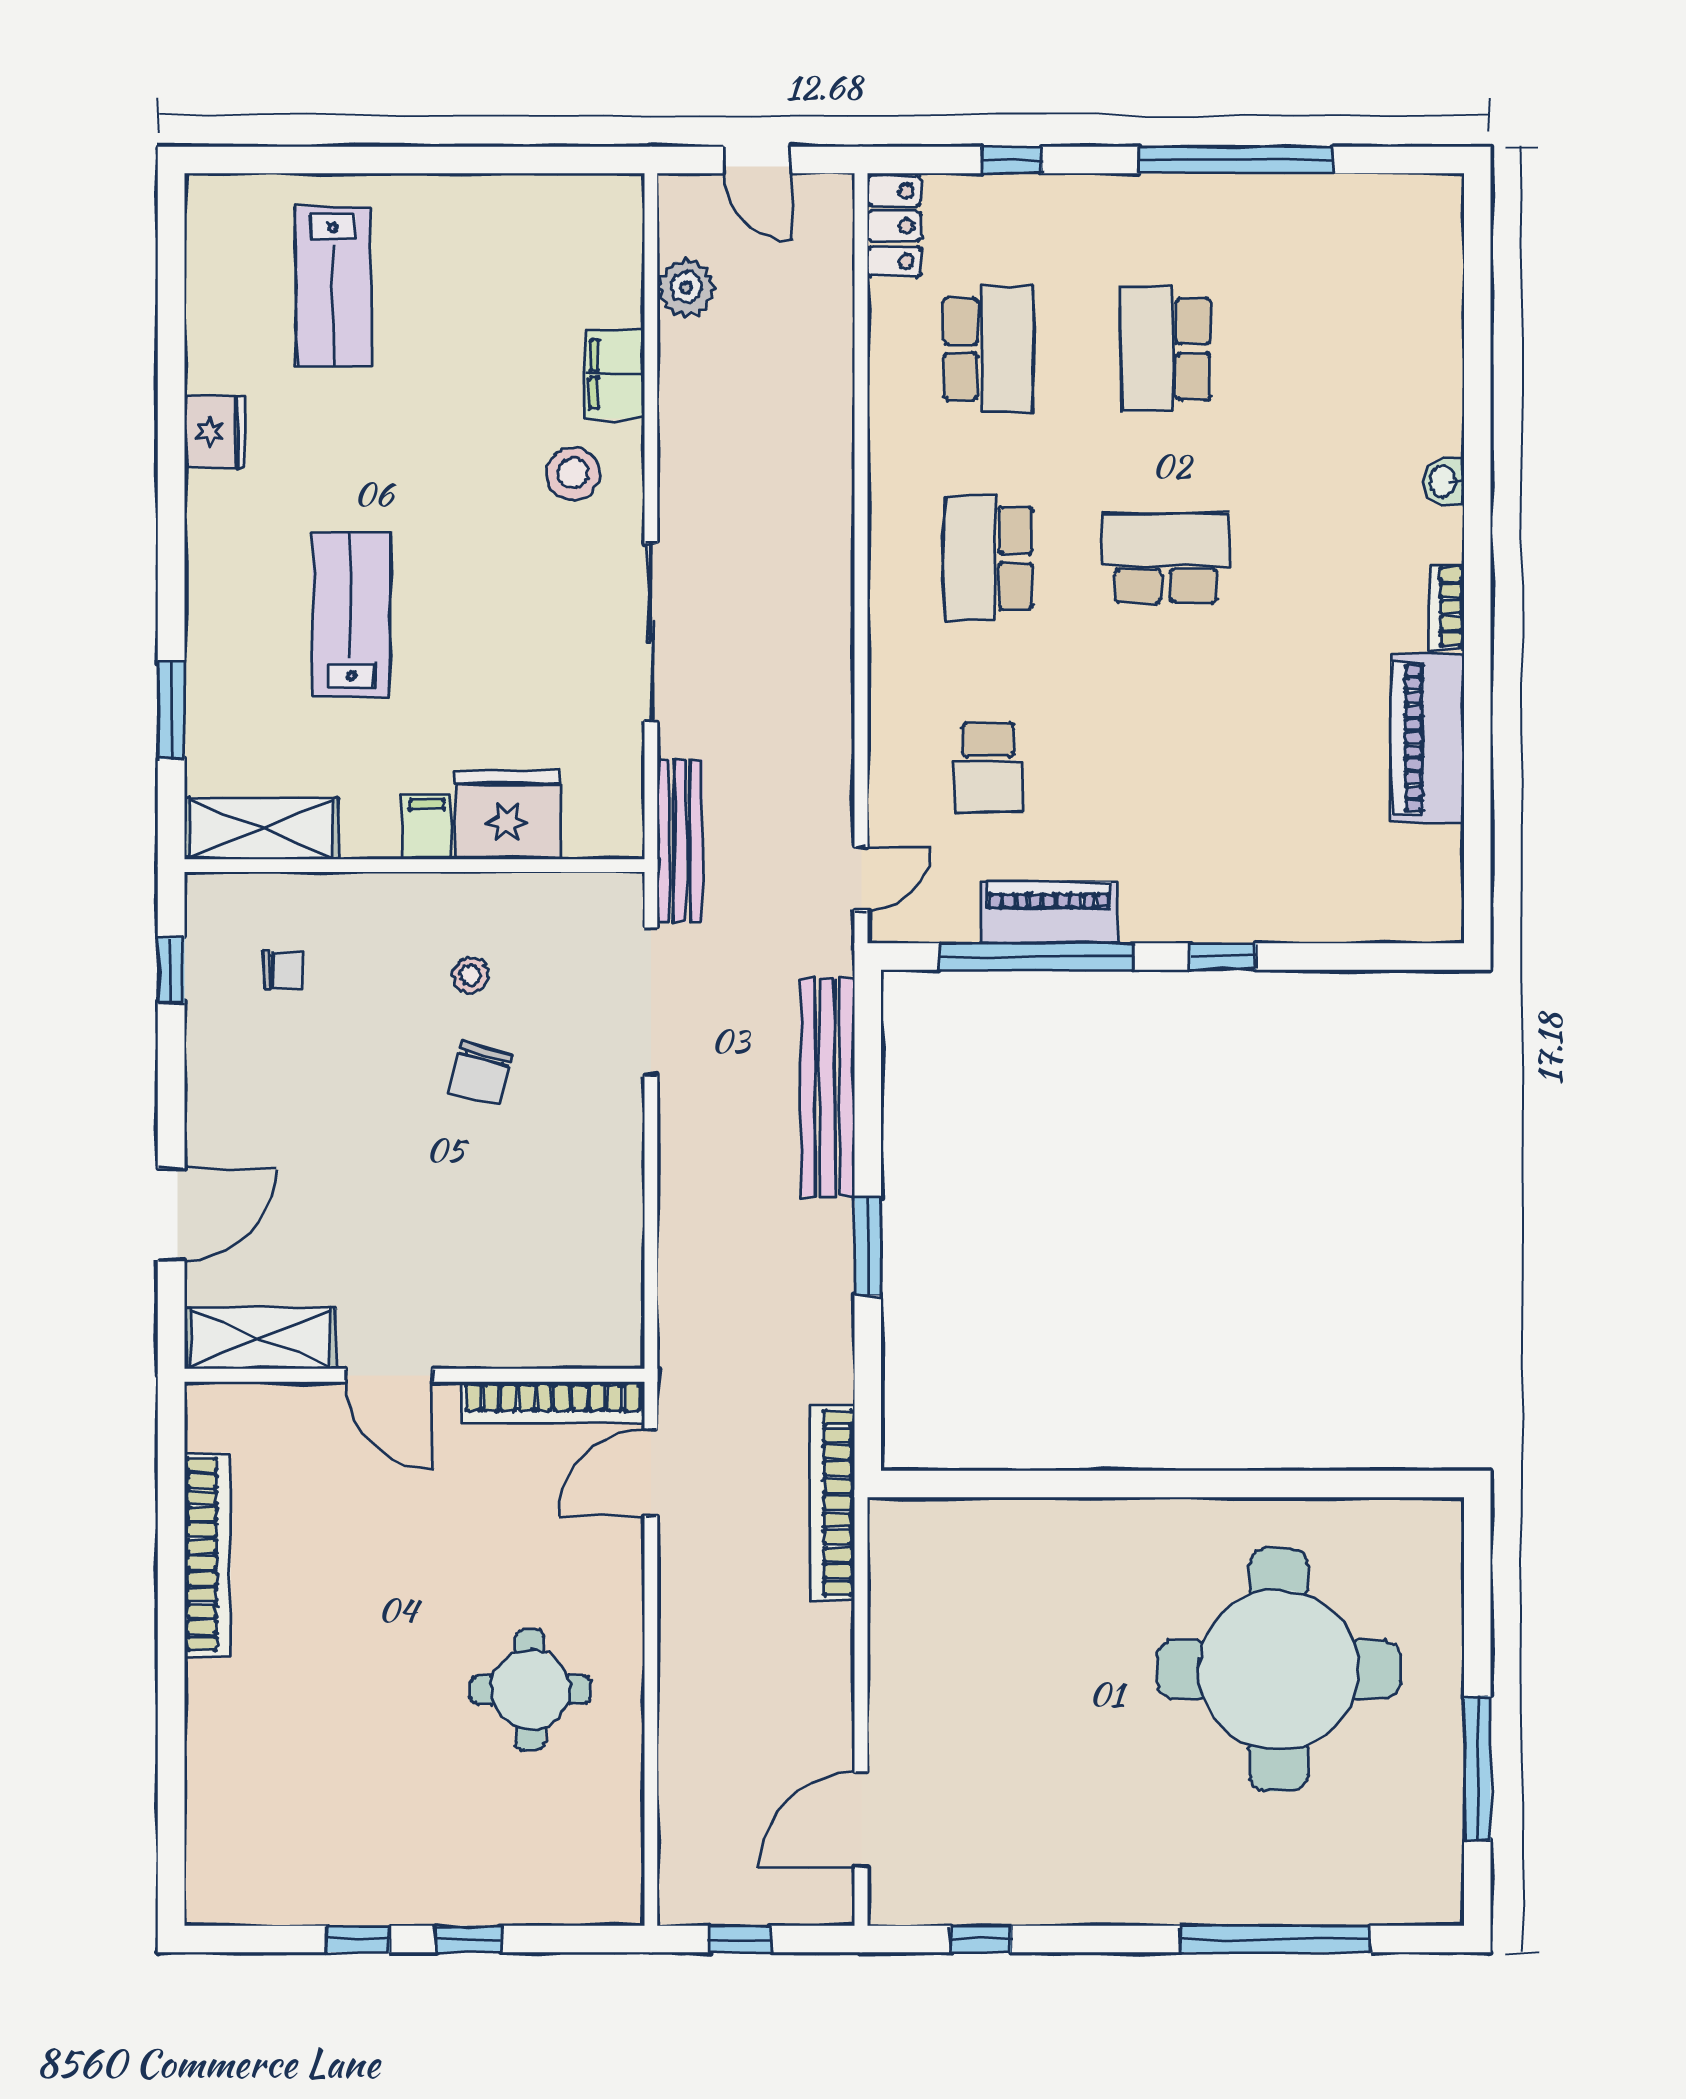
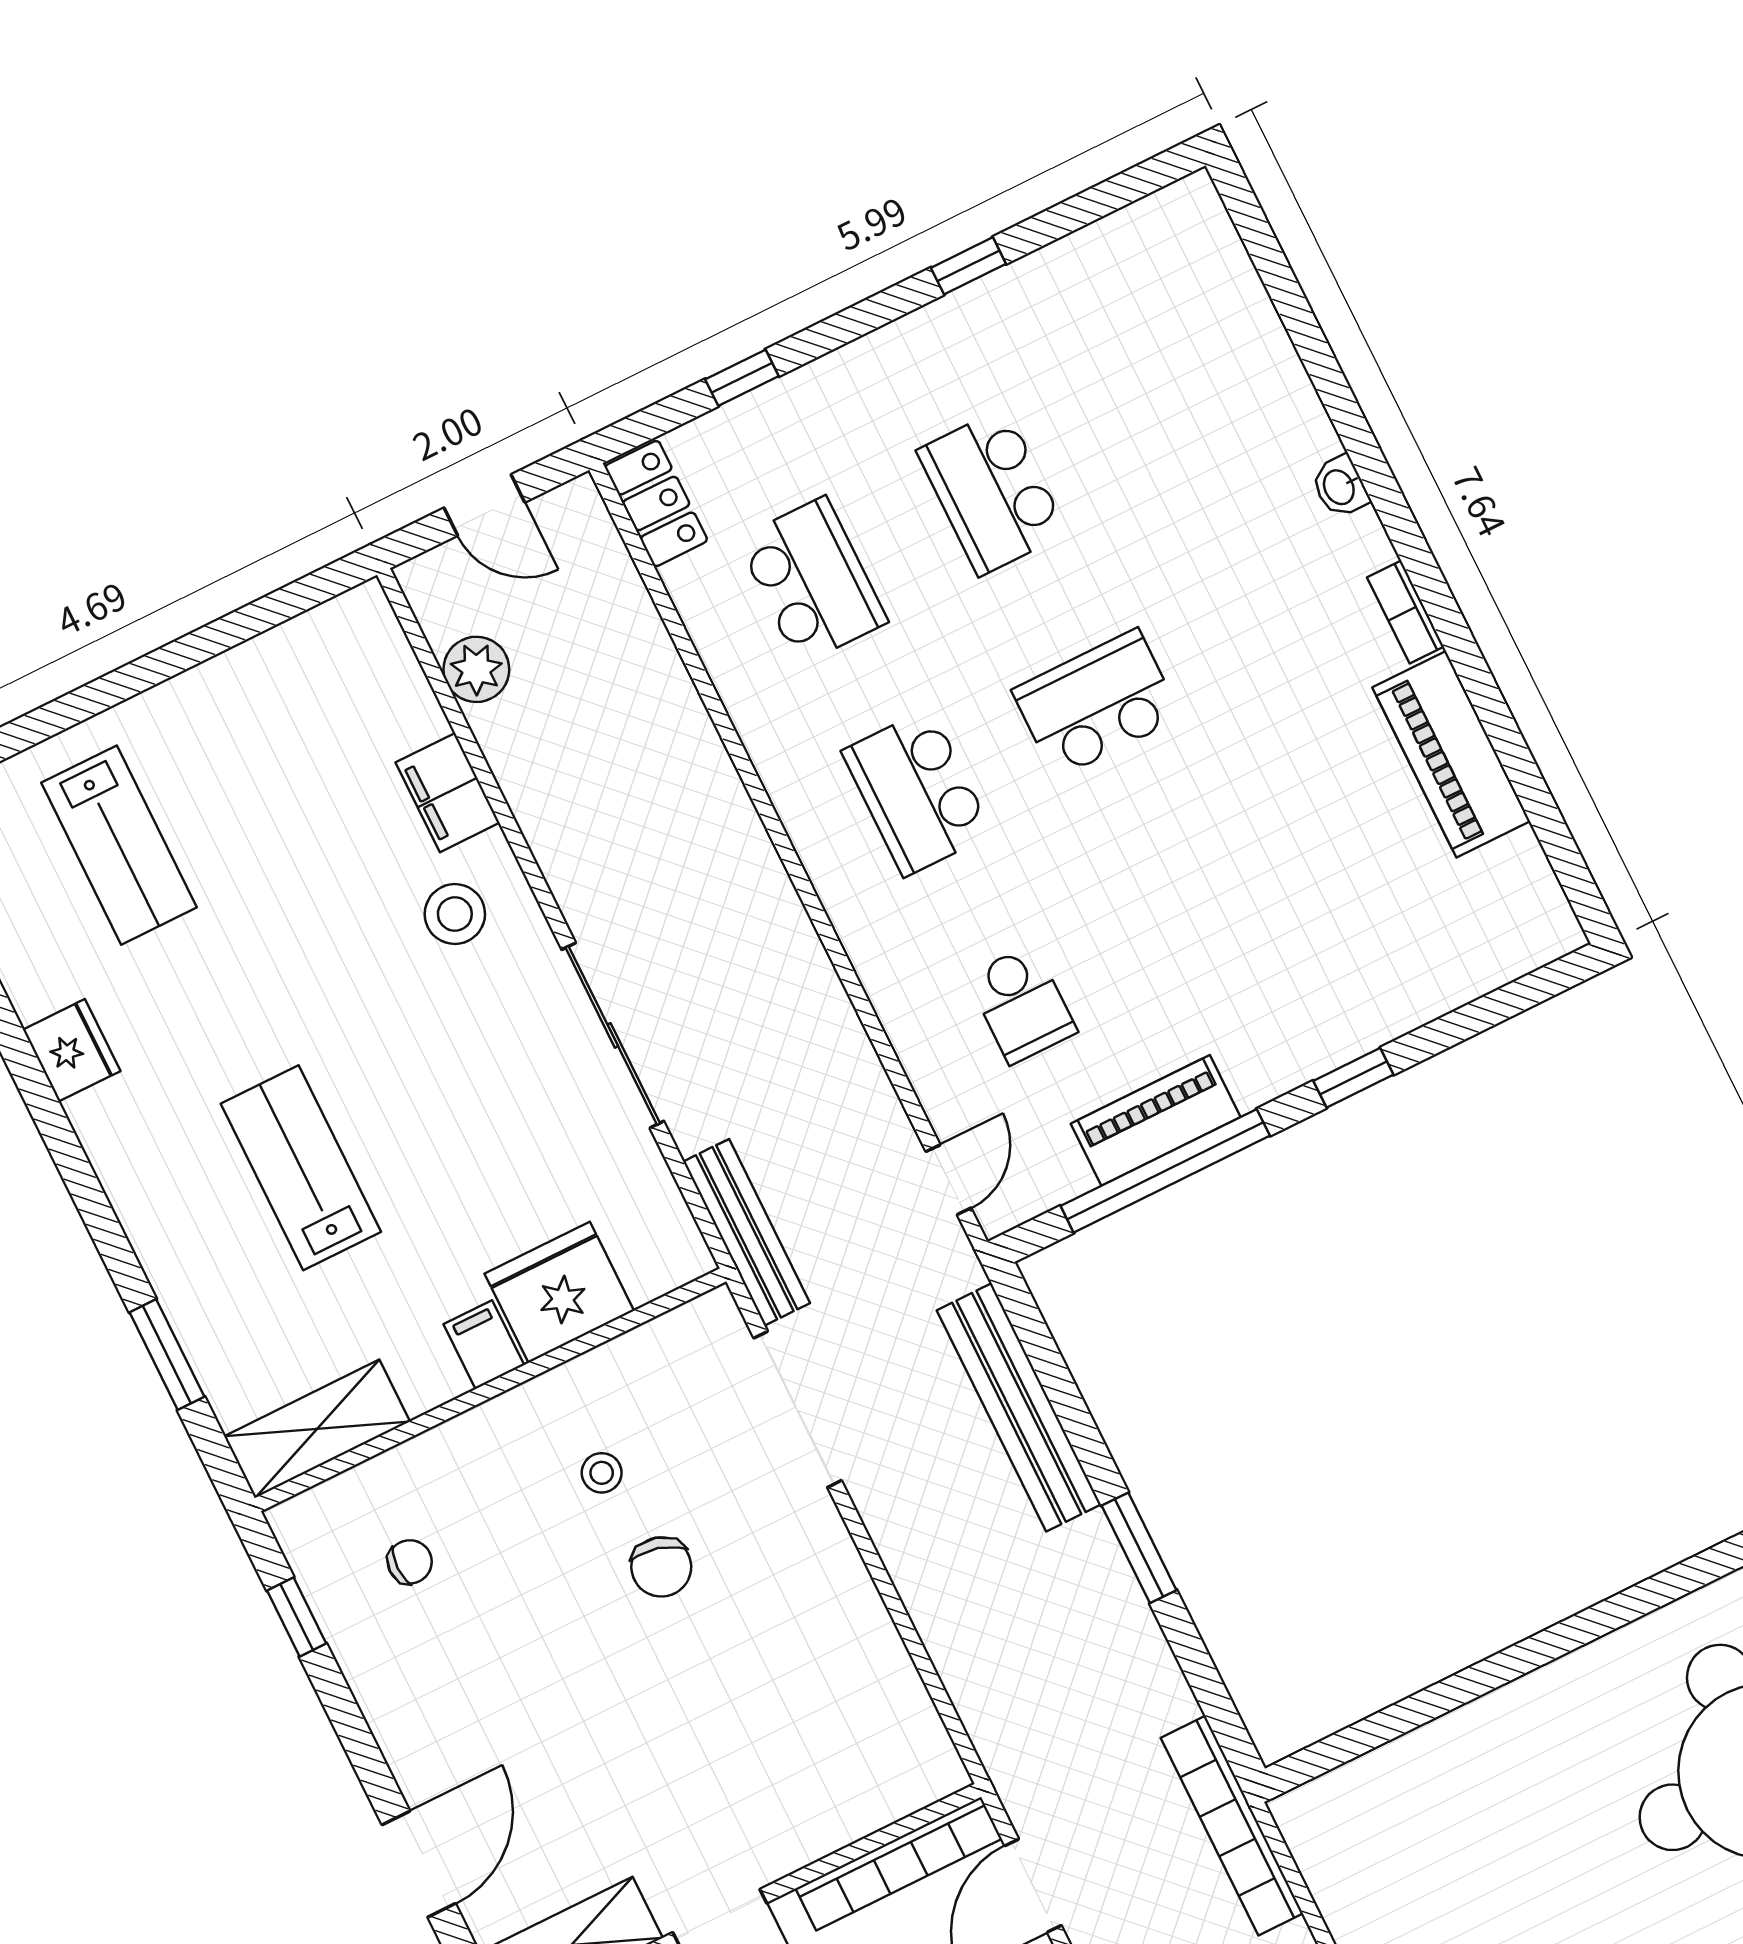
window: (1236, 160) -> (968, 266), width x0.32

